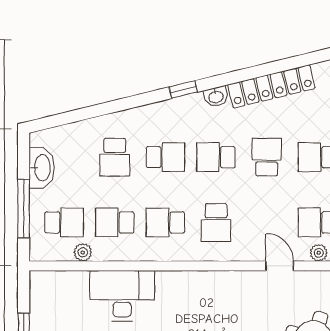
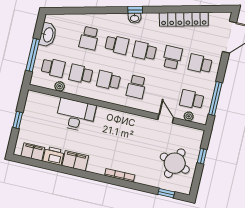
washbasin: (216, 97) -> (135, 18), moved

